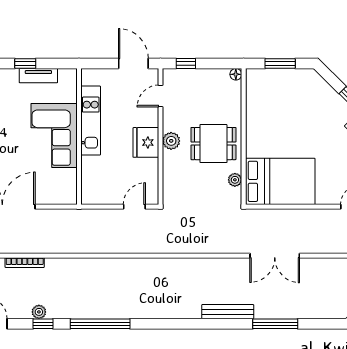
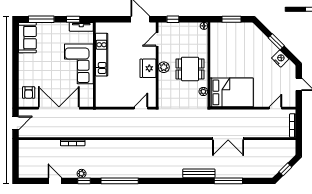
kitchen unit: (91, 121) -> (102, 55), moved
corner sofa: (54, 135) -> (79, 64), moved
wall: (79, 137) -> (94, 65), moved

